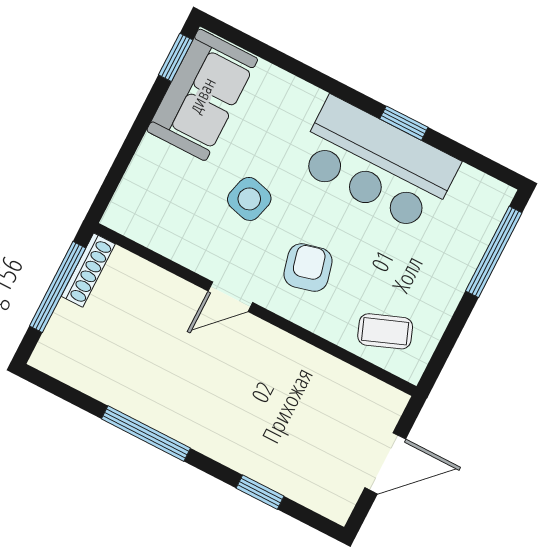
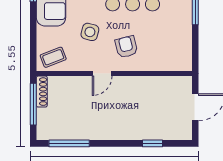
coffee table: (385, 331) -> (53, 57), moved
window: (146, 434) -> (69, 143), moved

